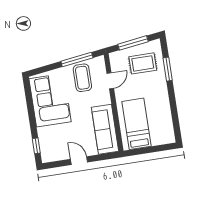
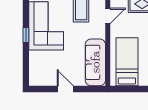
window: (36, 146) -> (26, 35), moved

